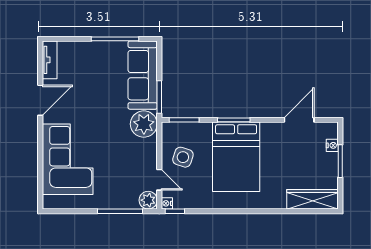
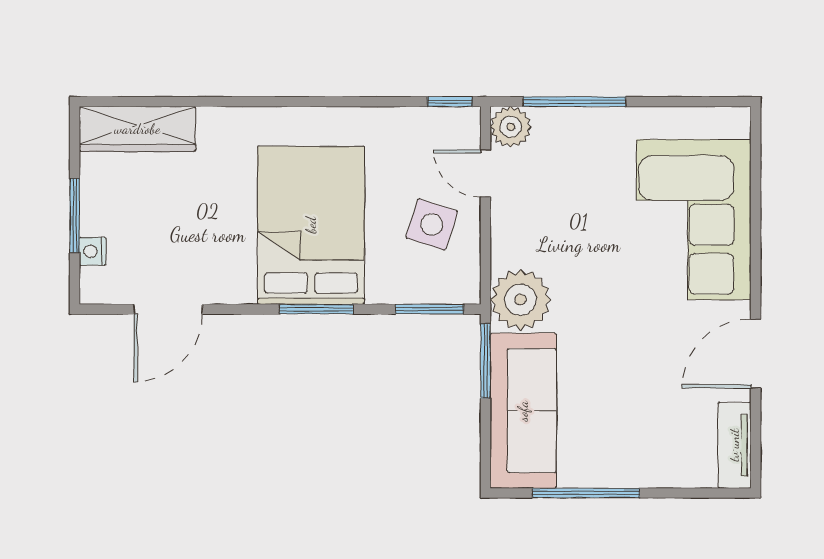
nightstand: (167, 203) -> (468, 120), removed

